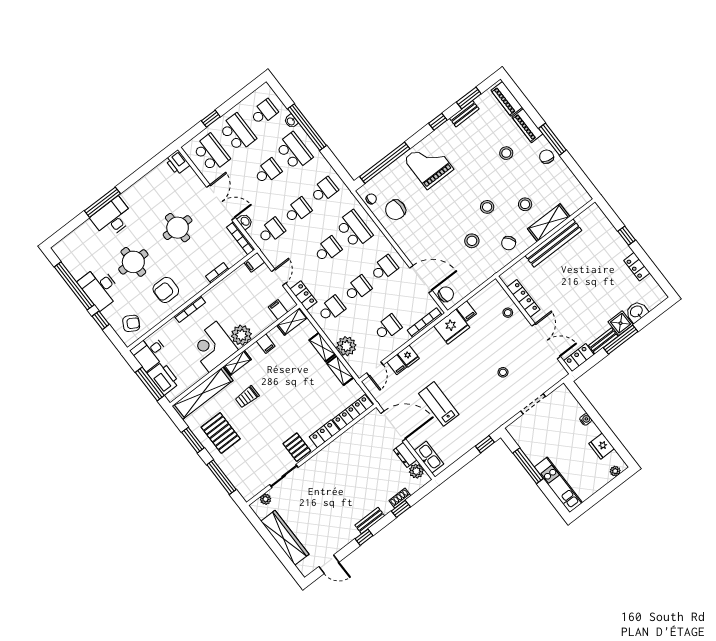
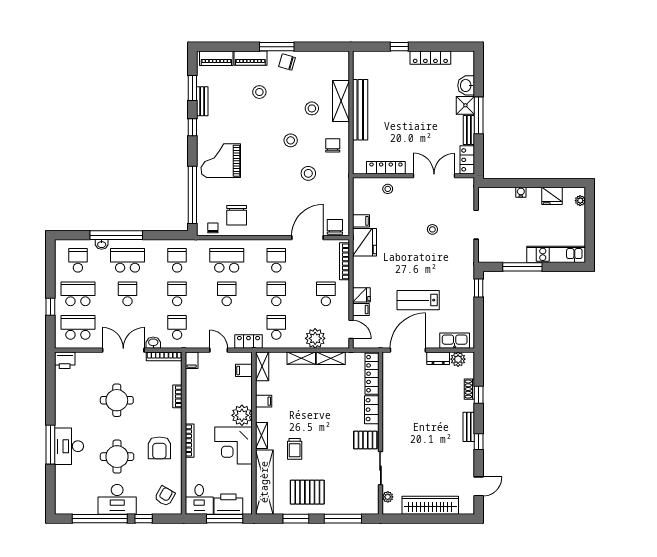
chair: (509, 243) -> (333, 145), turned -146
locker: (637, 267) -> (430, 58), width x1.53

